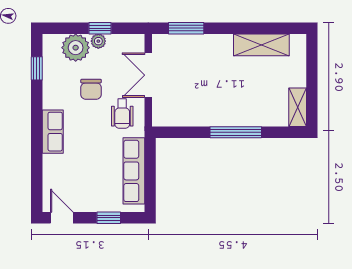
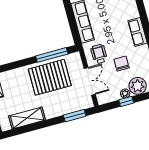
pallet: (209, 98) -> (50, 77), added
window: (236, 132) -> (52, 55), moved

